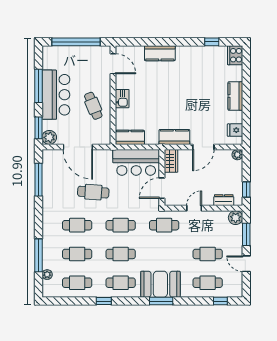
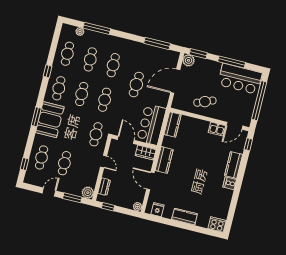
window: (212, 42) -> (248, 144), moved
cooker: (183, 52) -> (230, 183), added
bar counter: (56, 95) -> (240, 79), moved
kitchen sink: (122, 99) -> (217, 129), moved

